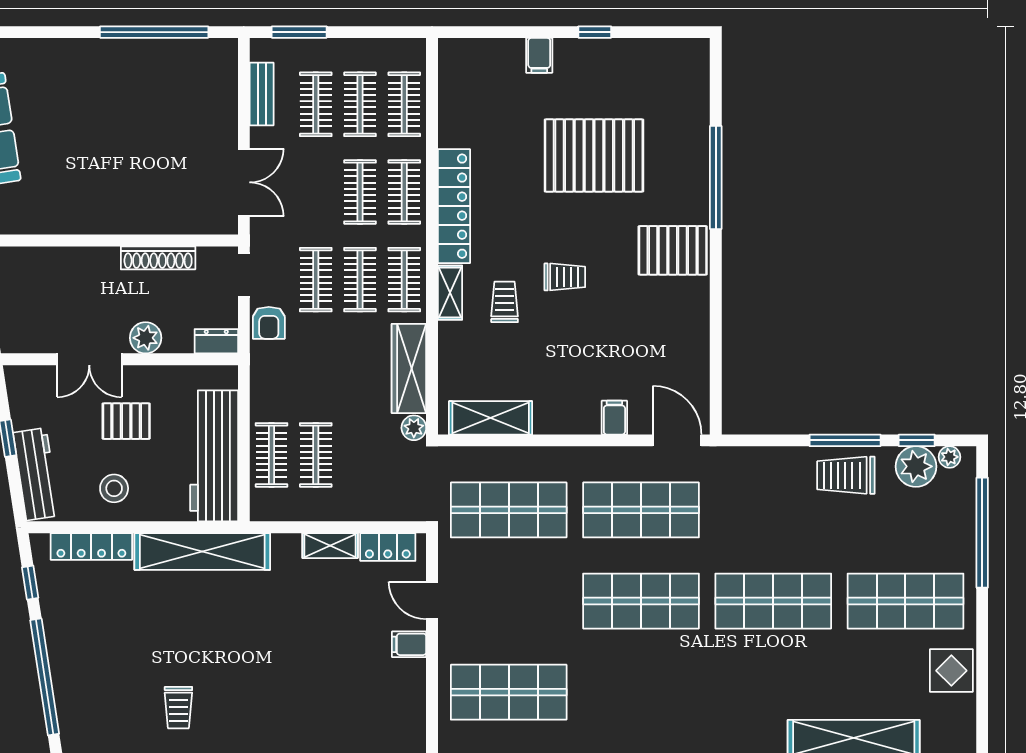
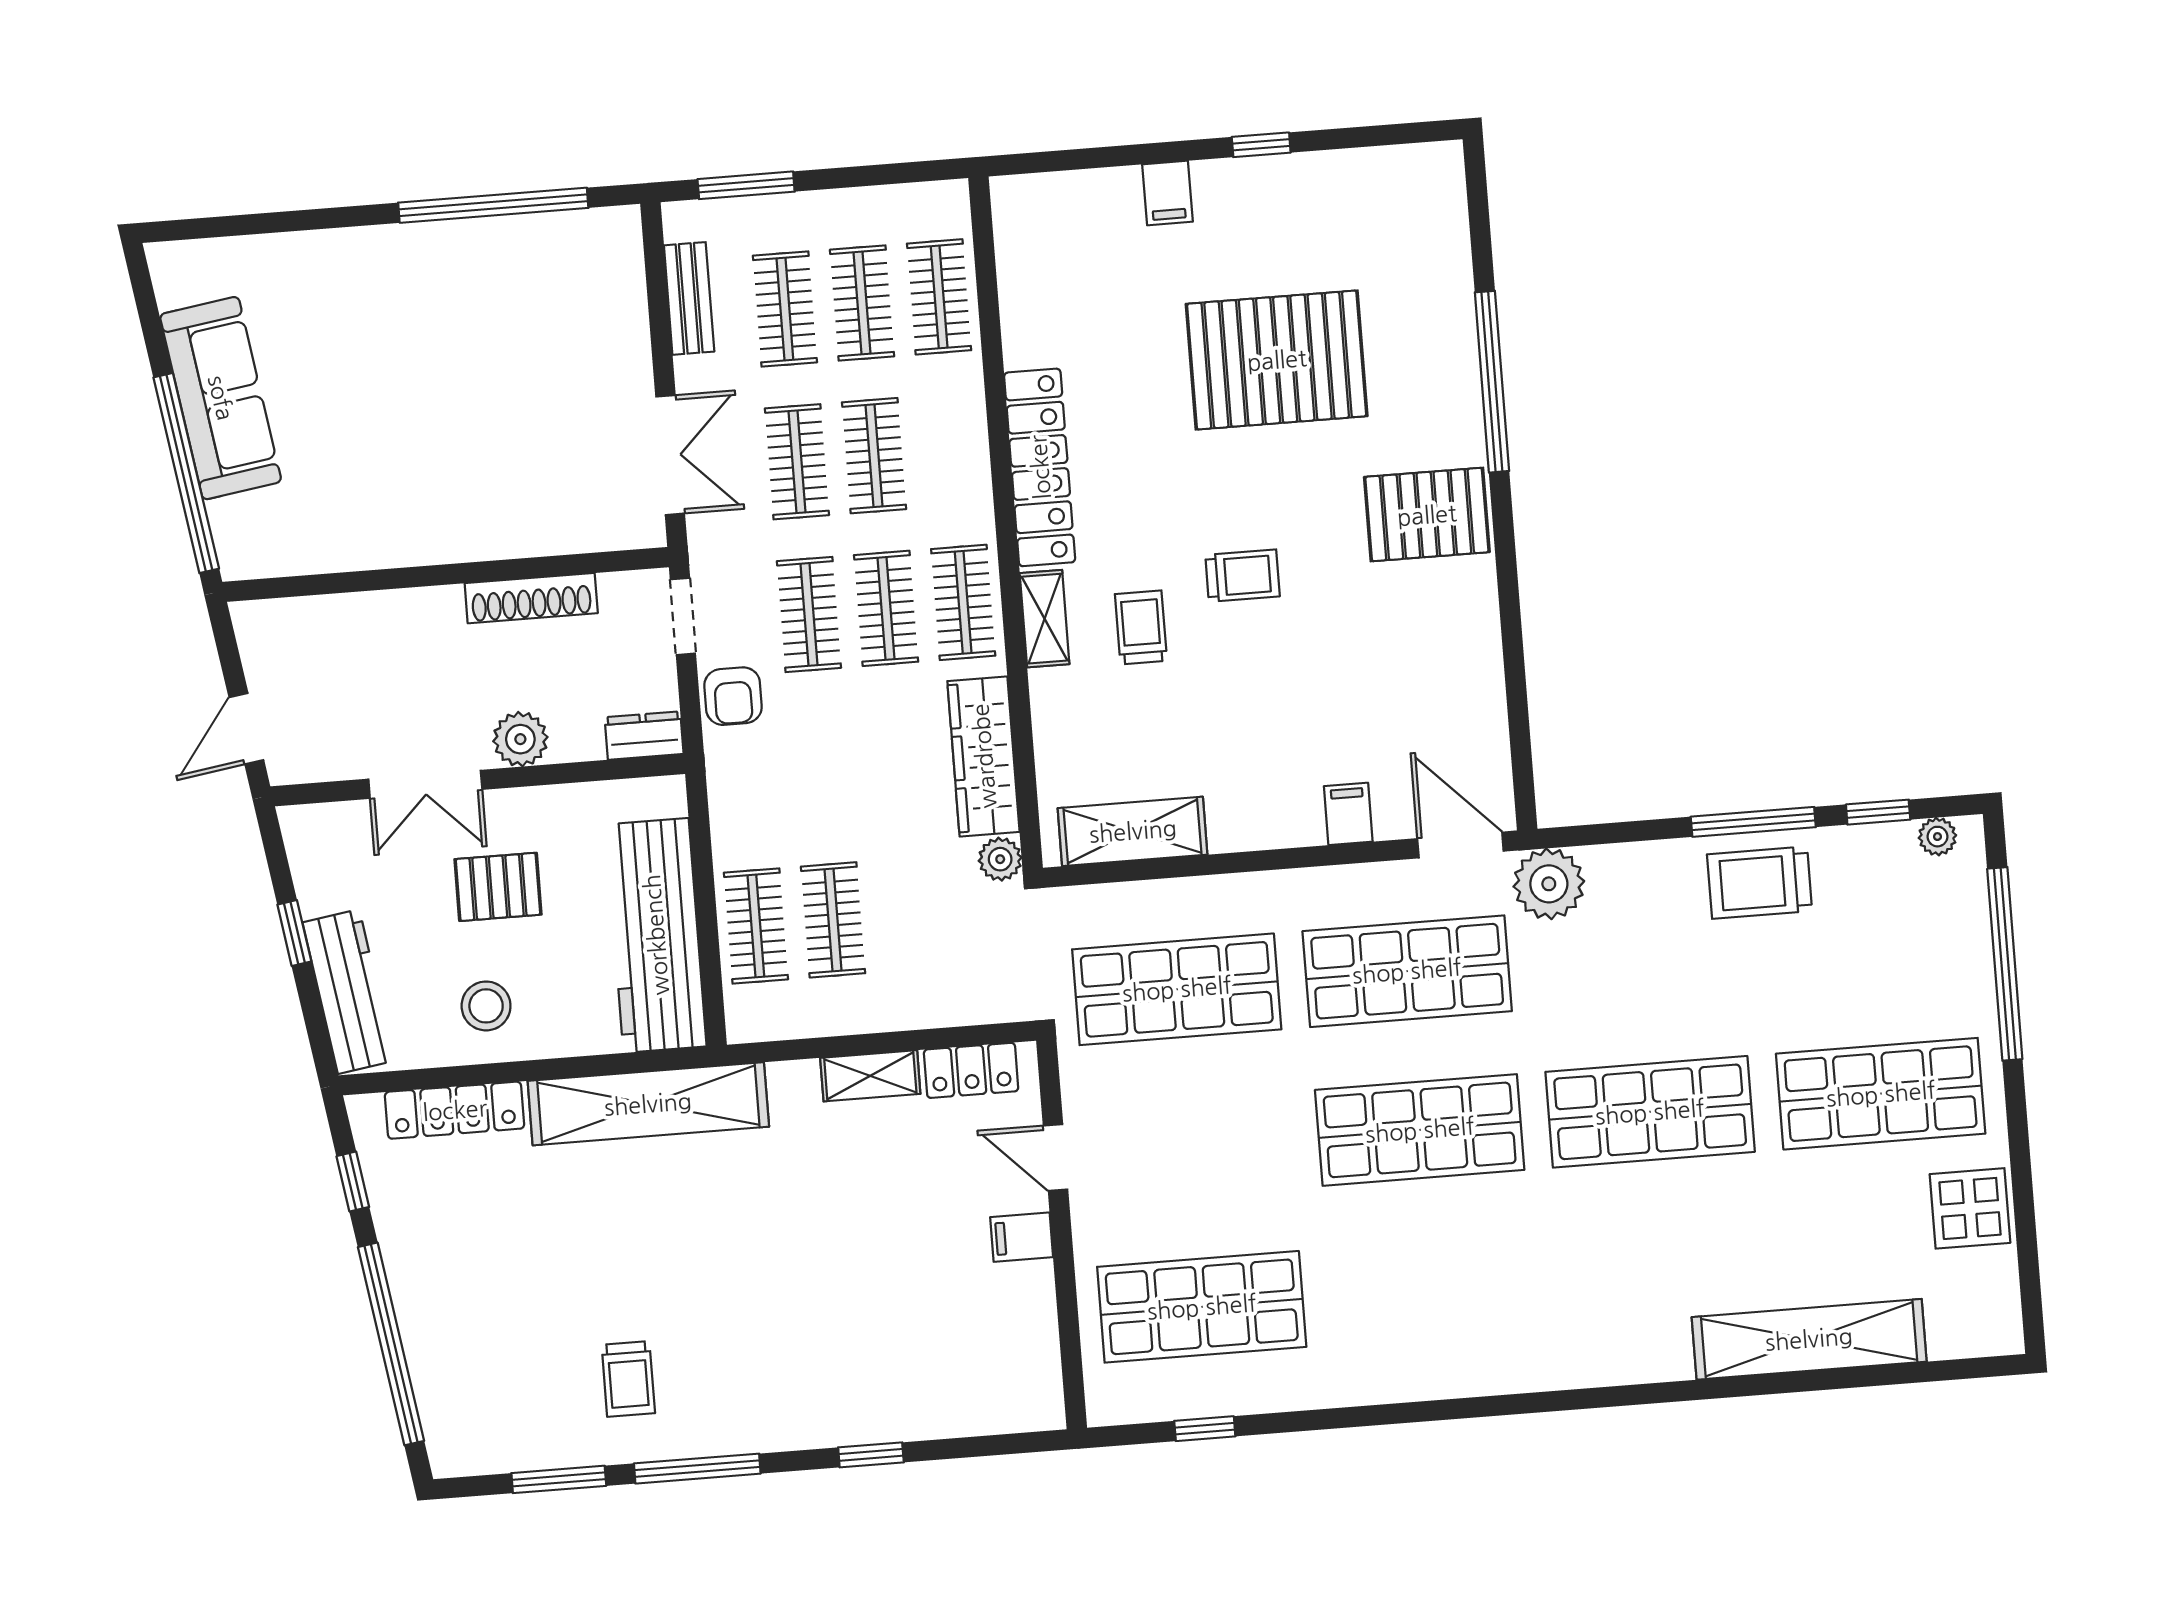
clothes rail: (404, 192) -> (797, 462), moved
plant: (916, 466) -> (1549, 884), moved

